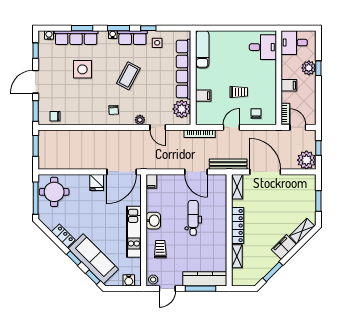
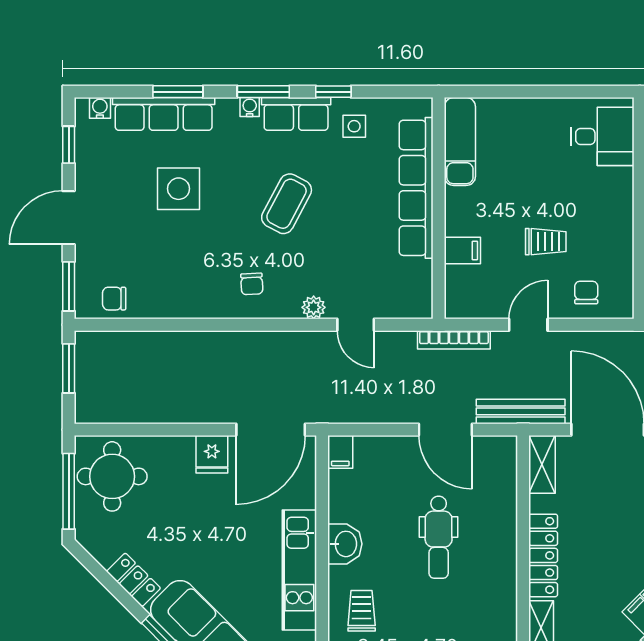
plant: (182, 109) -> (412, 282), removed
dental chair: (193, 218) -> (439, 537), turned 180

